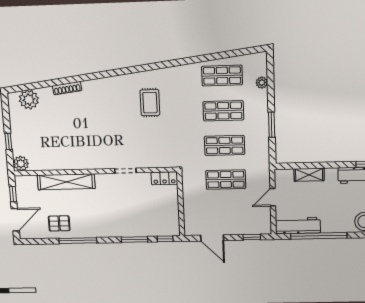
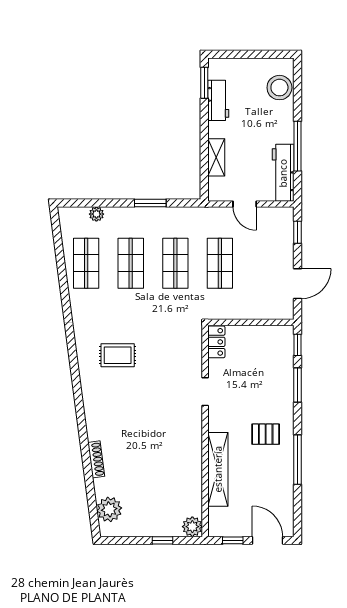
pallet: (59, 223) -> (266, 434), moved, turned 90
window: (319, 236) -> (298, 146), width x0.68

